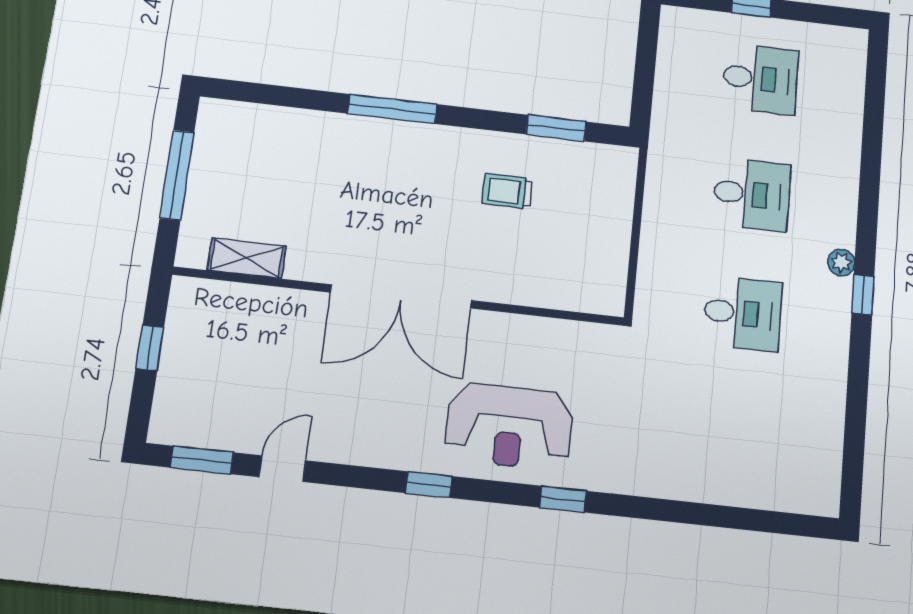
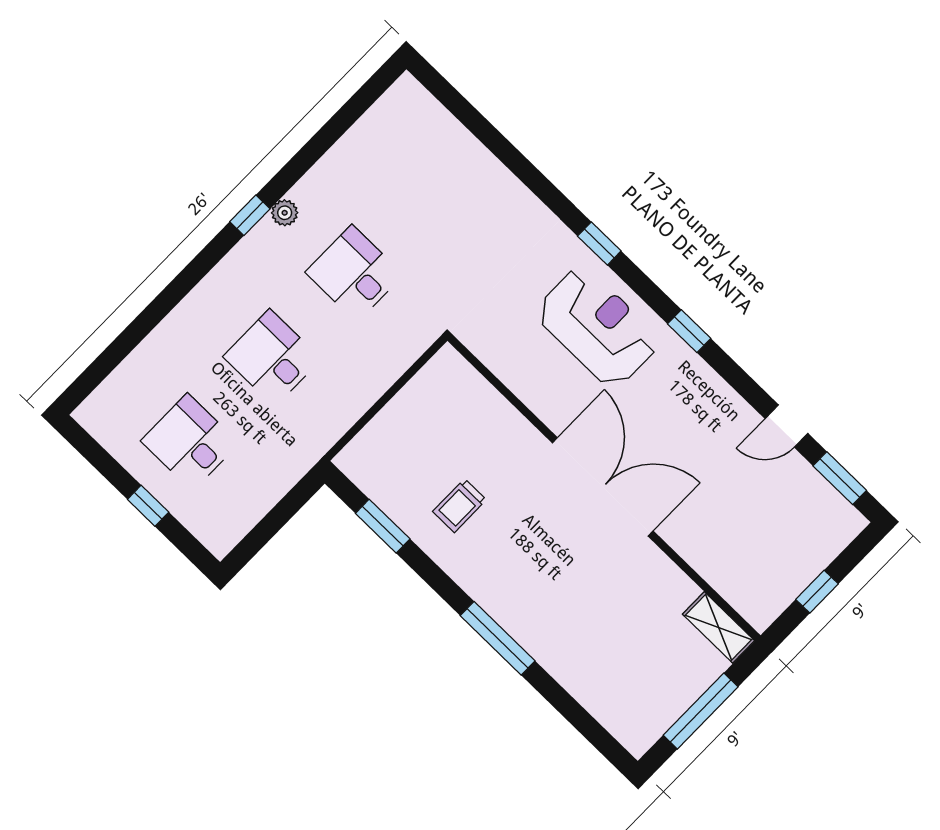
trolley: (507, 191) -> (459, 506), turned 90
shelving: (247, 258) -> (718, 627), moved
plant: (841, 263) -> (285, 213), moved

